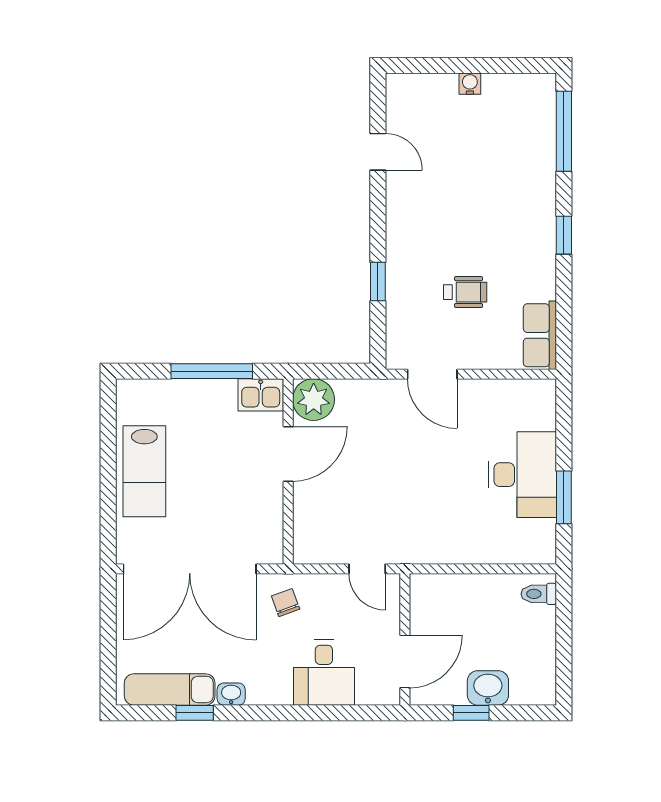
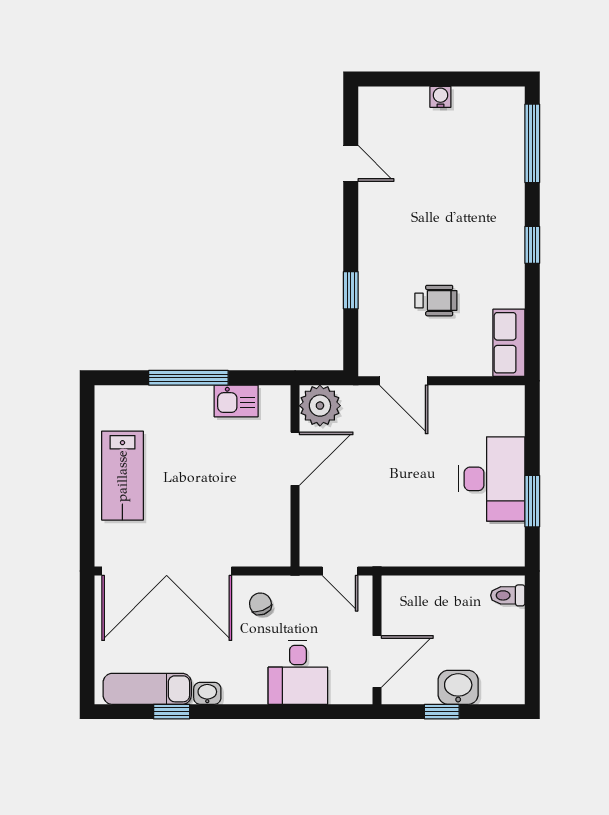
plant: (314, 400) -> (320, 406), moved
door: (288, 454) -> (295, 459), moved
wall: (288, 472) -> (295, 476), moved

